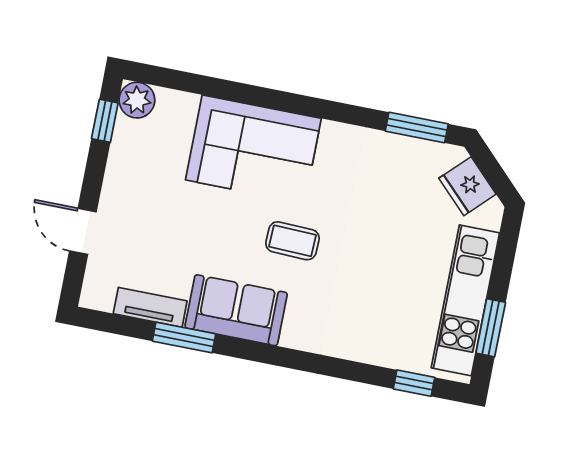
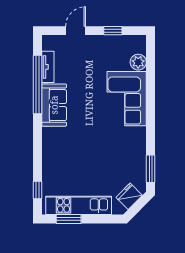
plant: (137, 100) -> (138, 62), moved
window: (105, 121) -> (113, 31), moved
coffee table: (292, 241) -> (90, 124), removed
window: (184, 338) -> (38, 84), width x2.11

